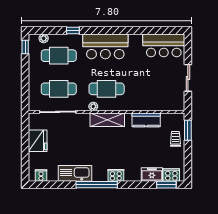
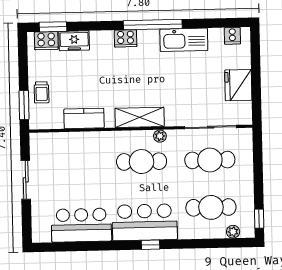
window: (73, 31) -> (150, 245), moved
bar counter: (164, 45) -> (81, 225), moved

